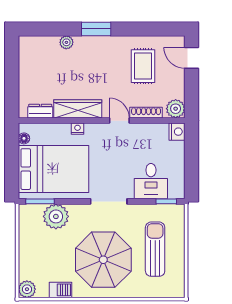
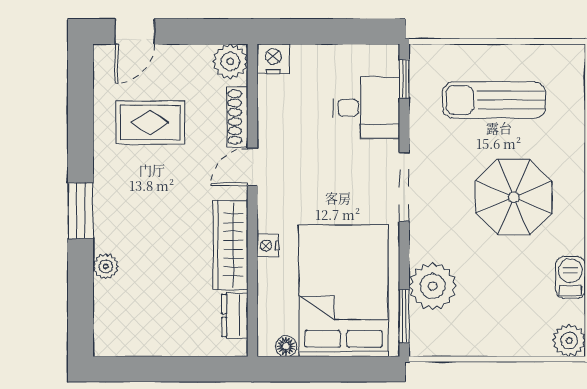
parasol: (103, 260) -> (514, 197), width x0.73, depth x0.73

